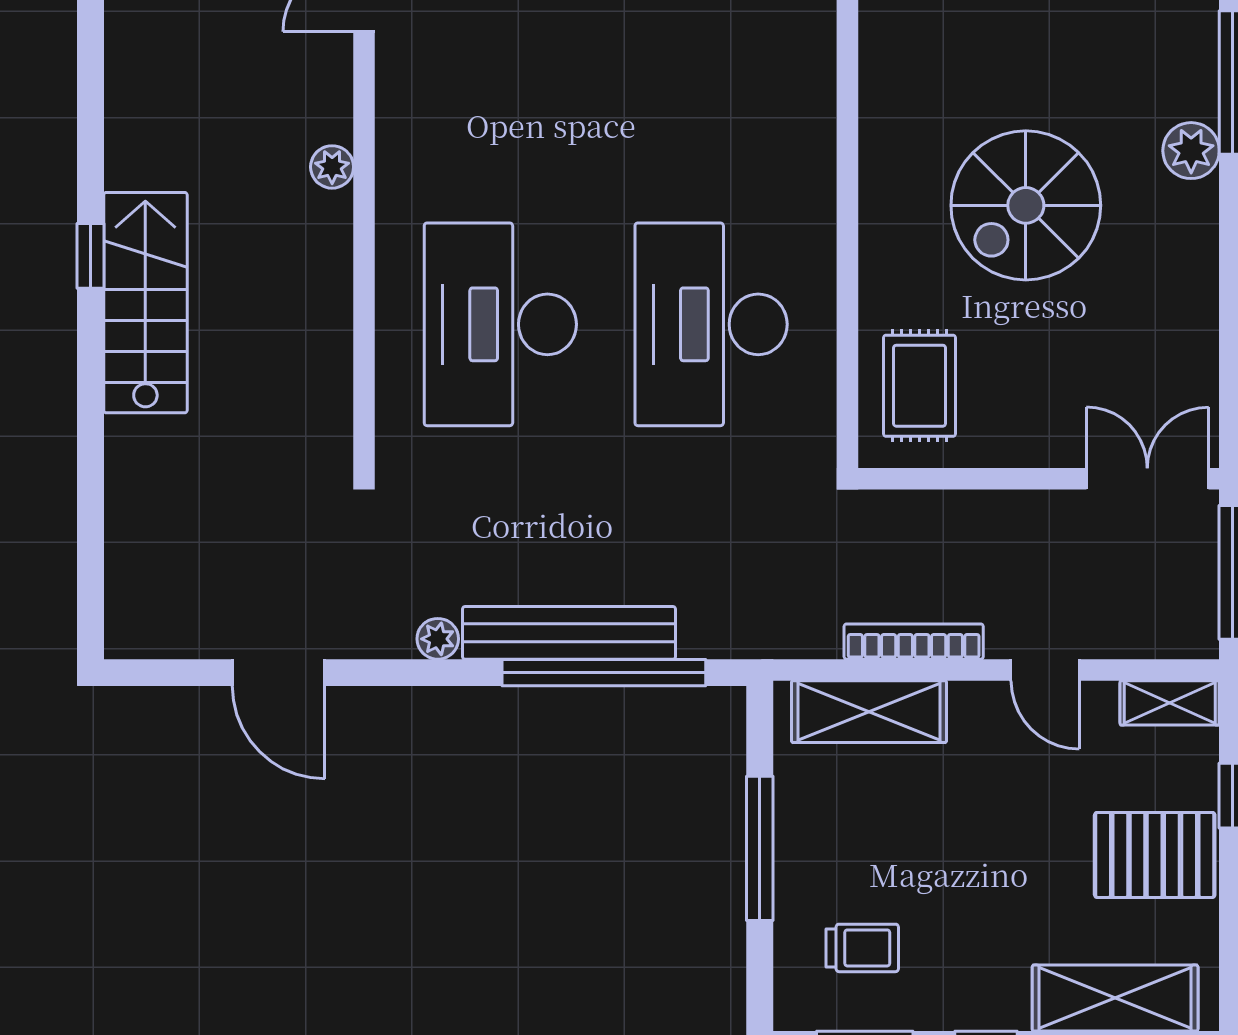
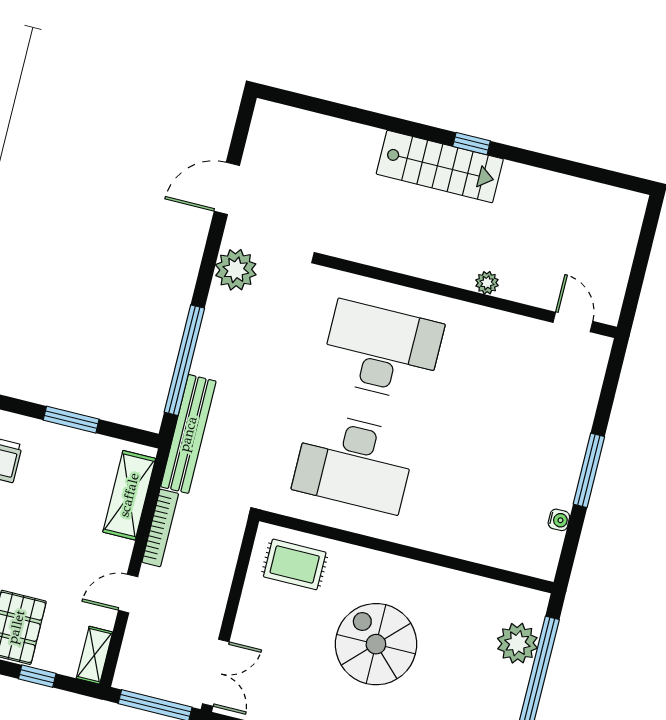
desk: (711, 324) -> (354, 462), turned 180
bench: (569, 633) -> (188, 434), moved
plant: (438, 639) -> (236, 270), width x1.88, depth x1.88
window: (760, 848) -> (71, 420), width x0.69

